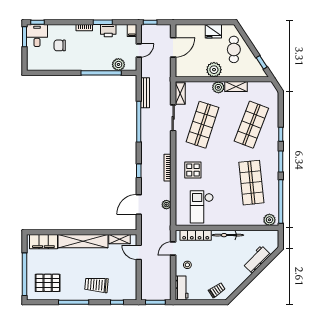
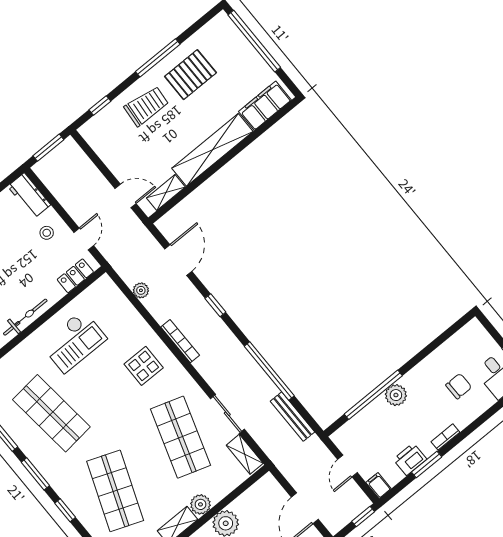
plant: (118, 64) -> (396, 395), moved
checkout: (202, 207) -> (74, 341), moved, turned 90
locker: (196, 235) -> (75, 276), width x0.66
pallet: (48, 283) -> (190, 75), moved

